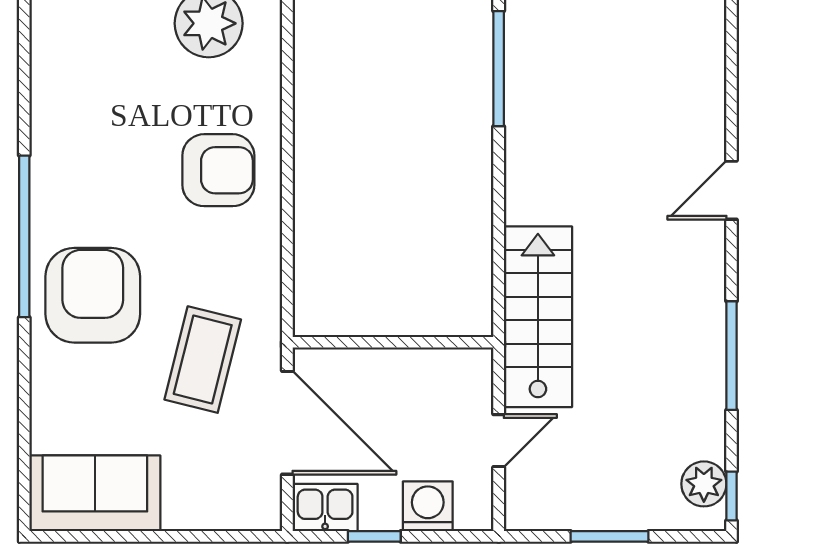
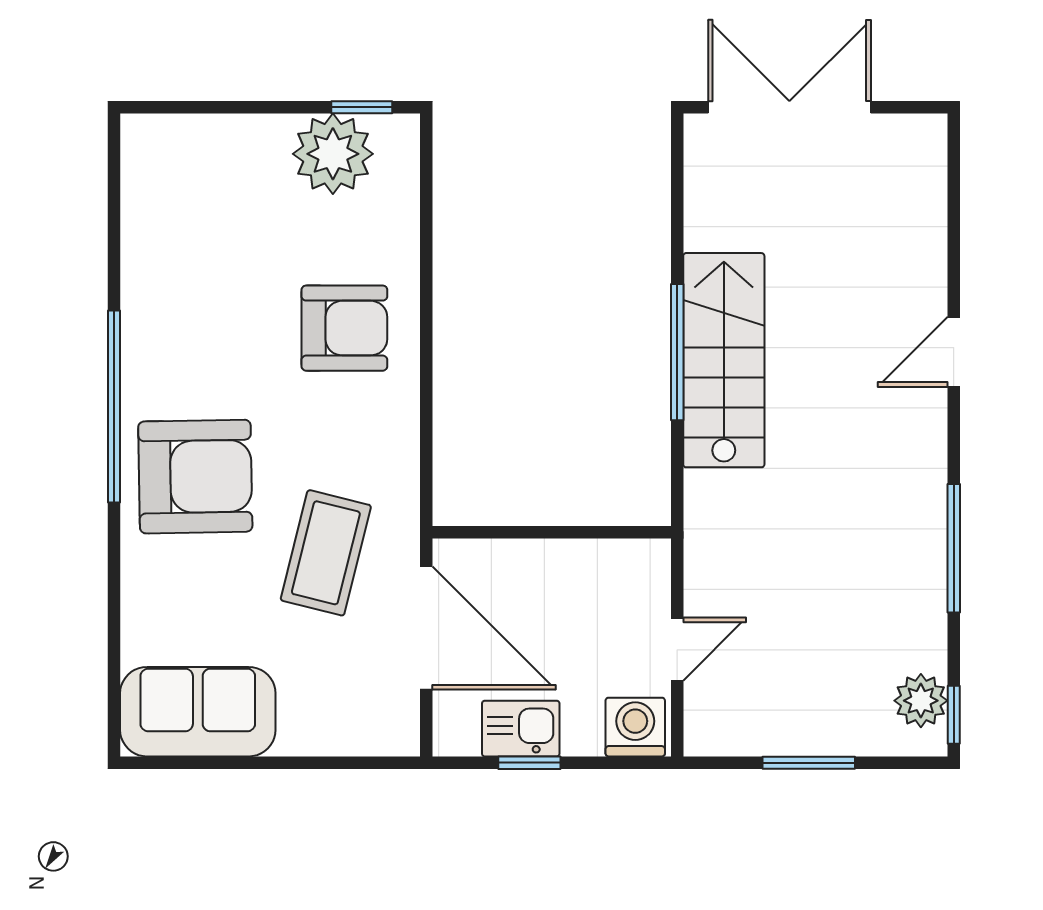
window: (499, 69) -> (677, 352), moved
armchair: (93, 295) -> (195, 477), turned 89
stairs: (538, 317) -> (724, 360), moved
washing machine: (428, 506) -> (635, 727), moved
kitchen sink: (325, 508) -> (521, 729), moved

